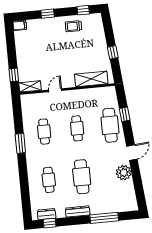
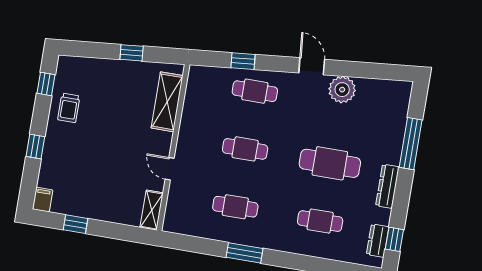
window: (14, 75) -> (76, 224), moved
cafe table: (110, 125) -> (255, 91), width x0.73, depth x0.74

